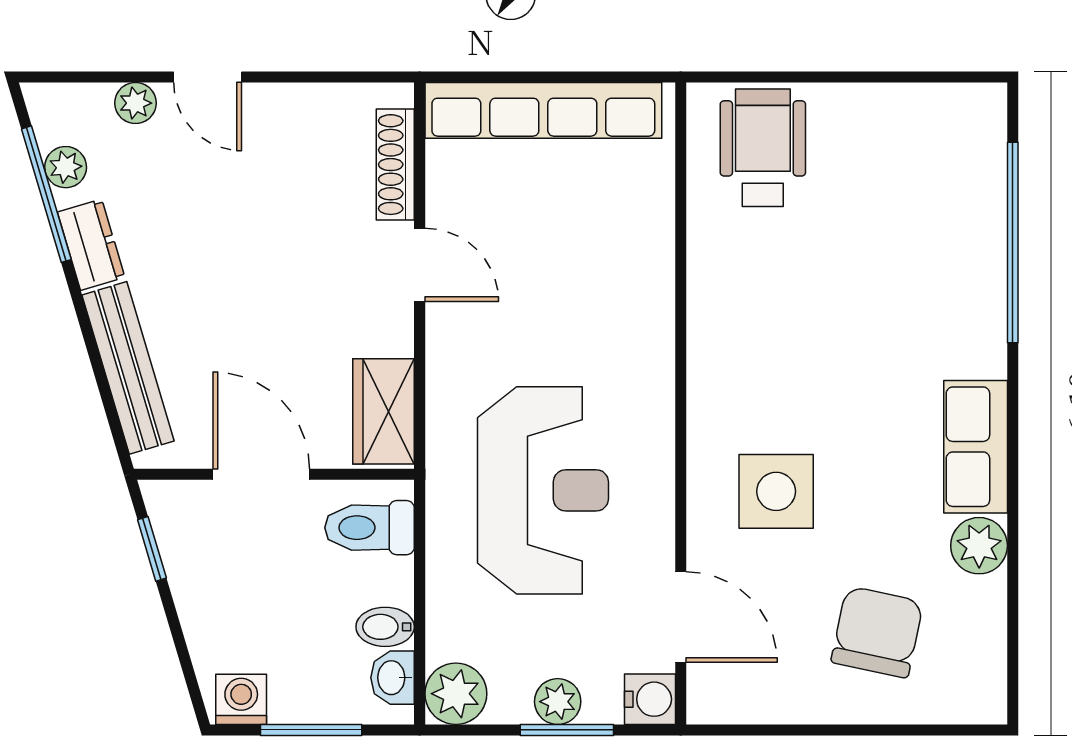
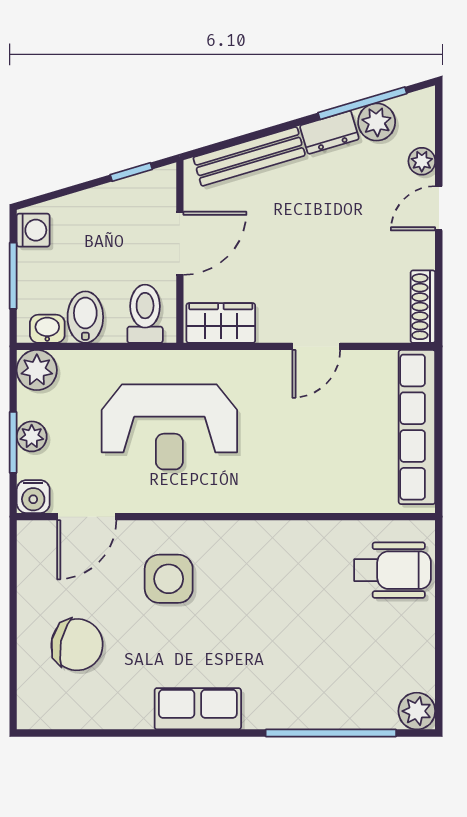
shoe rack: (395, 165) -> (423, 307), moved, turned -90
plant: (66, 167) -> (377, 122), width x1.38, depth x1.38
plant: (979, 546) -> (417, 711), moved
bidet: (385, 627) -> (85, 317), width x1.38, depth x1.36

